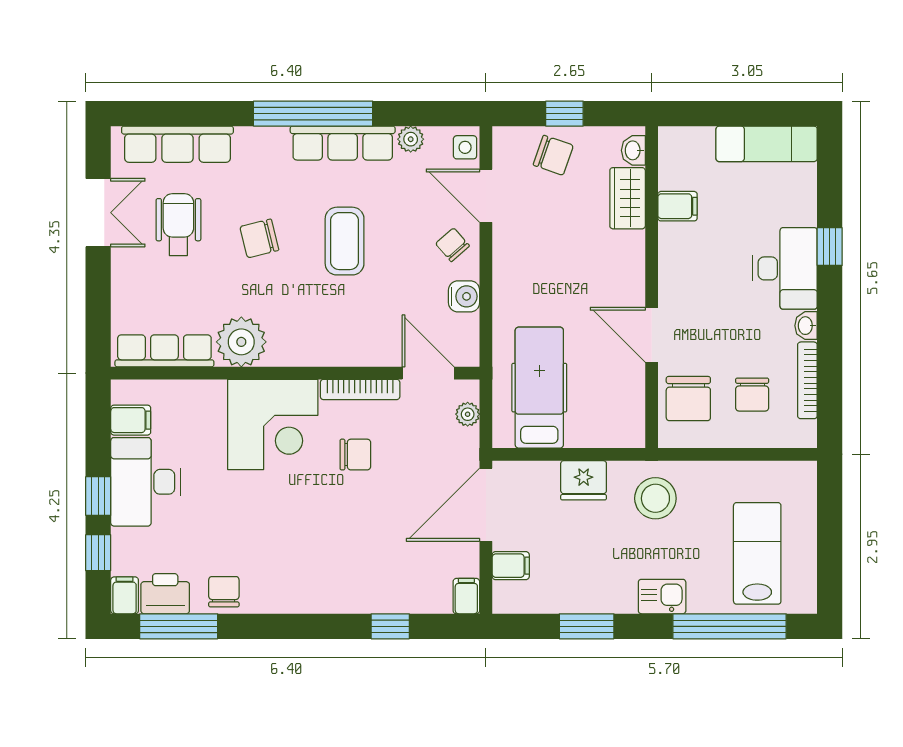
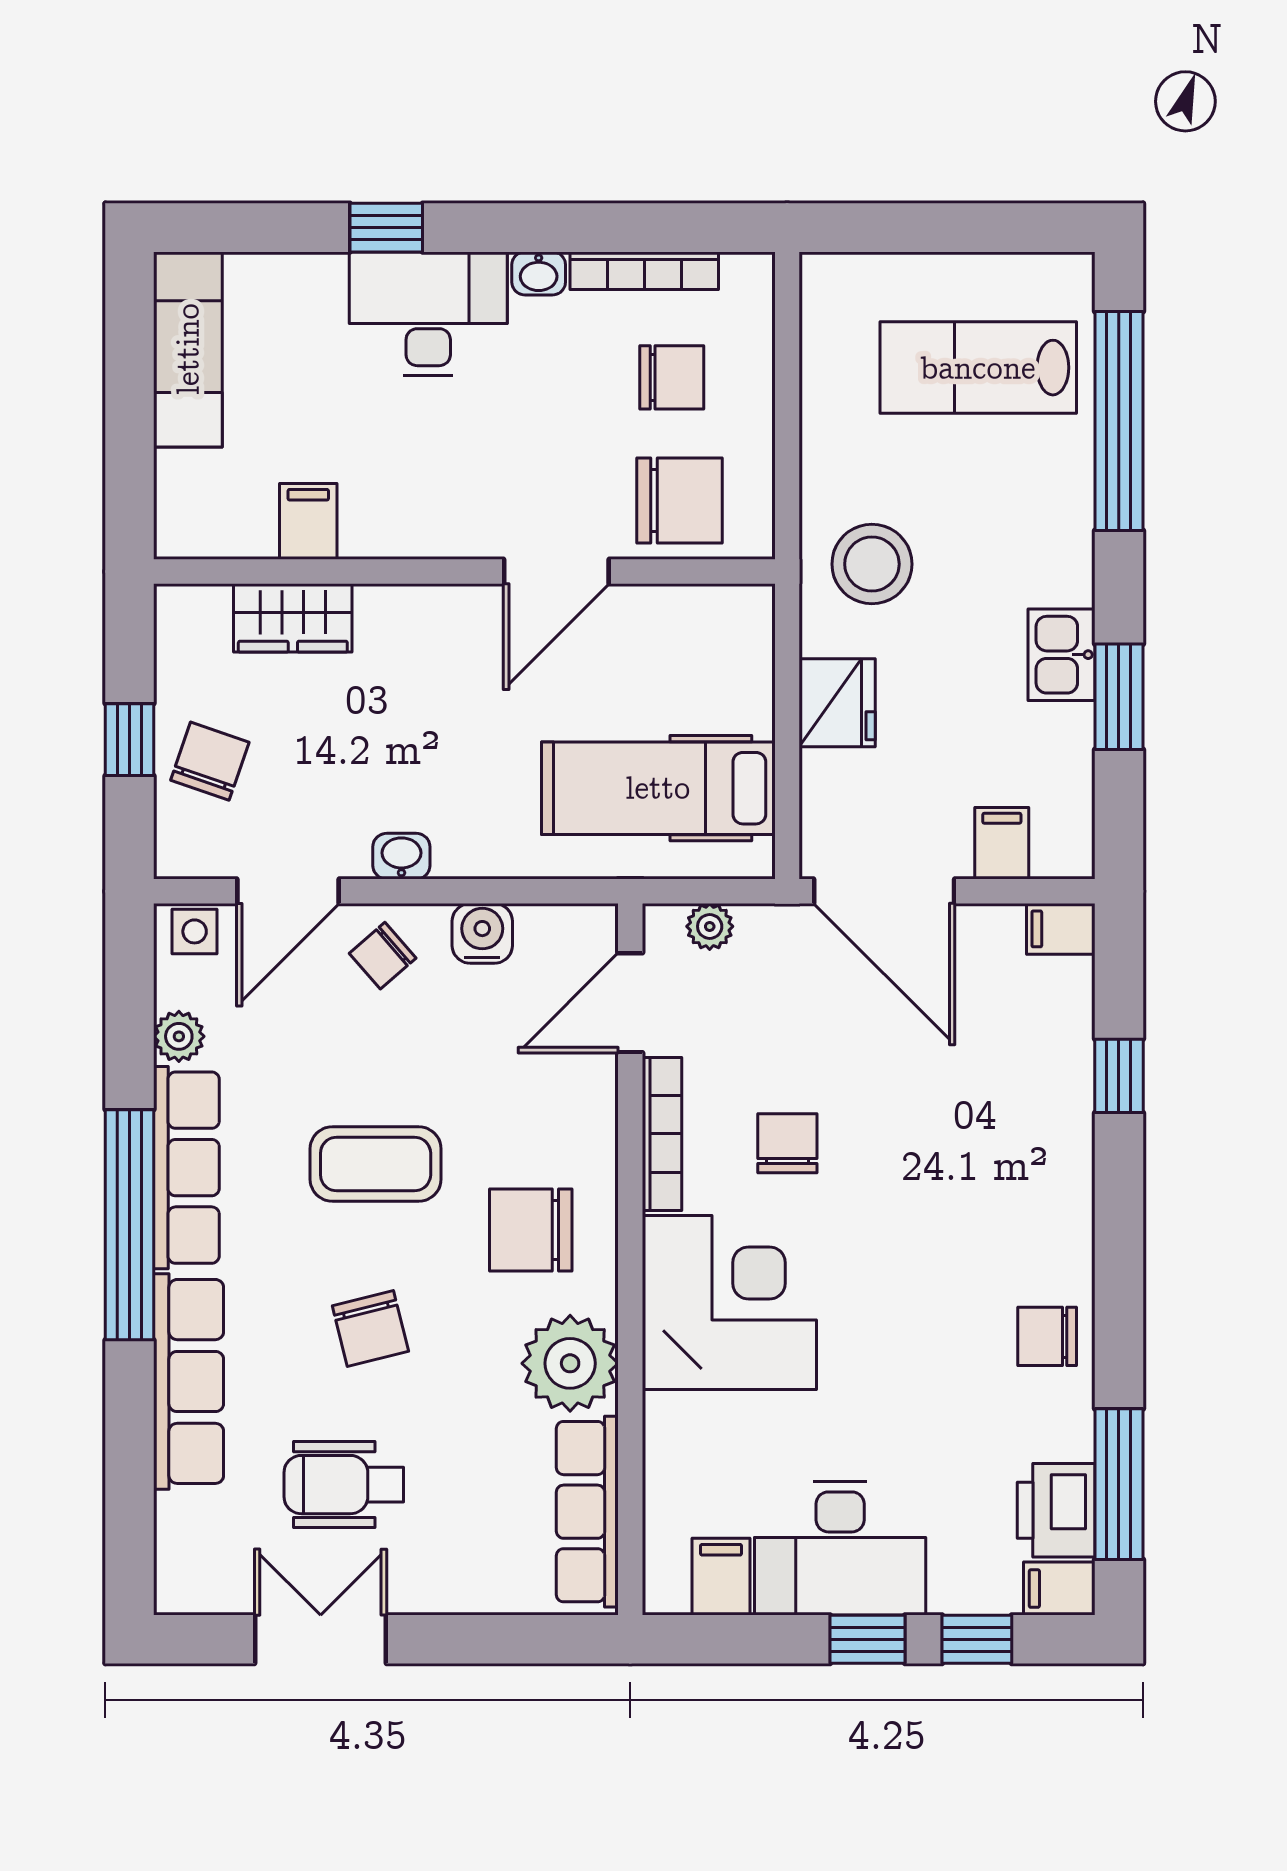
row of seats: (177, 144) -> (189, 1381), moved
washbasin: (633, 150) -> (401, 856), moved, turned 180
chair: (310, 322) -> (531, 1230), added
chair: (224, 592) -> (1047, 1336), moved
kitchen sink: (662, 597) -> (1062, 655), moved

